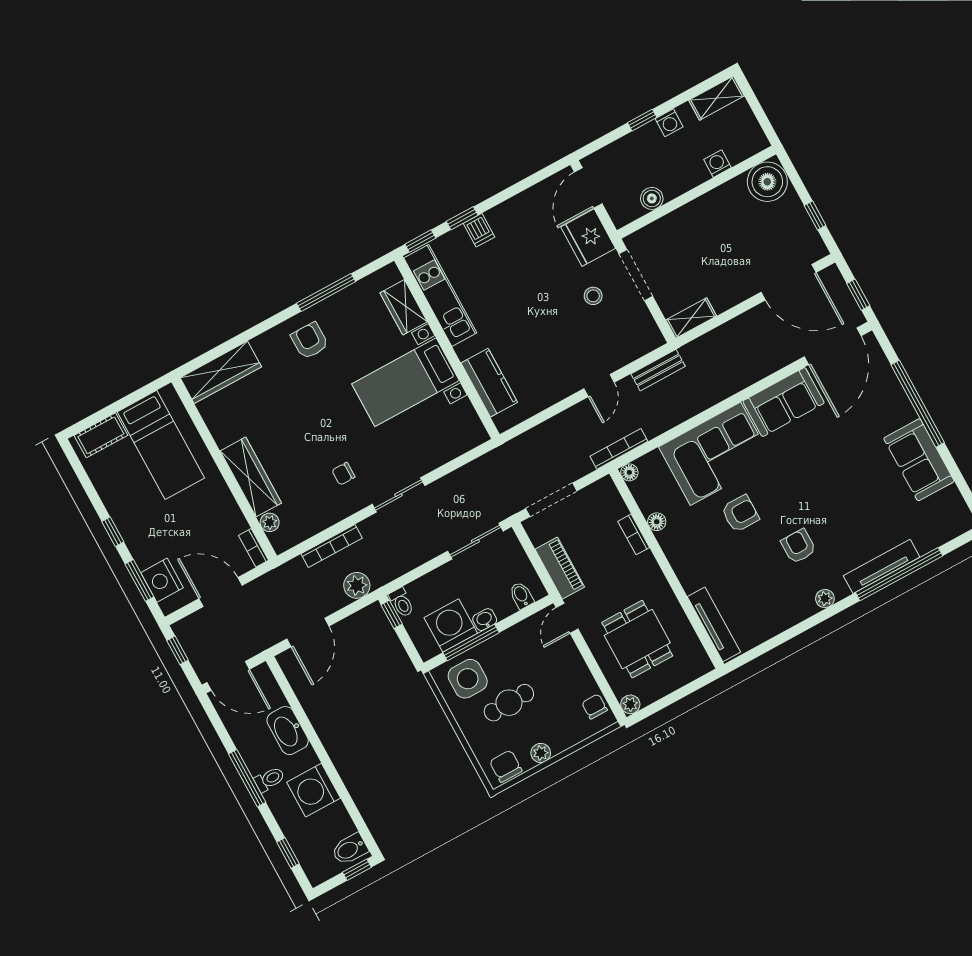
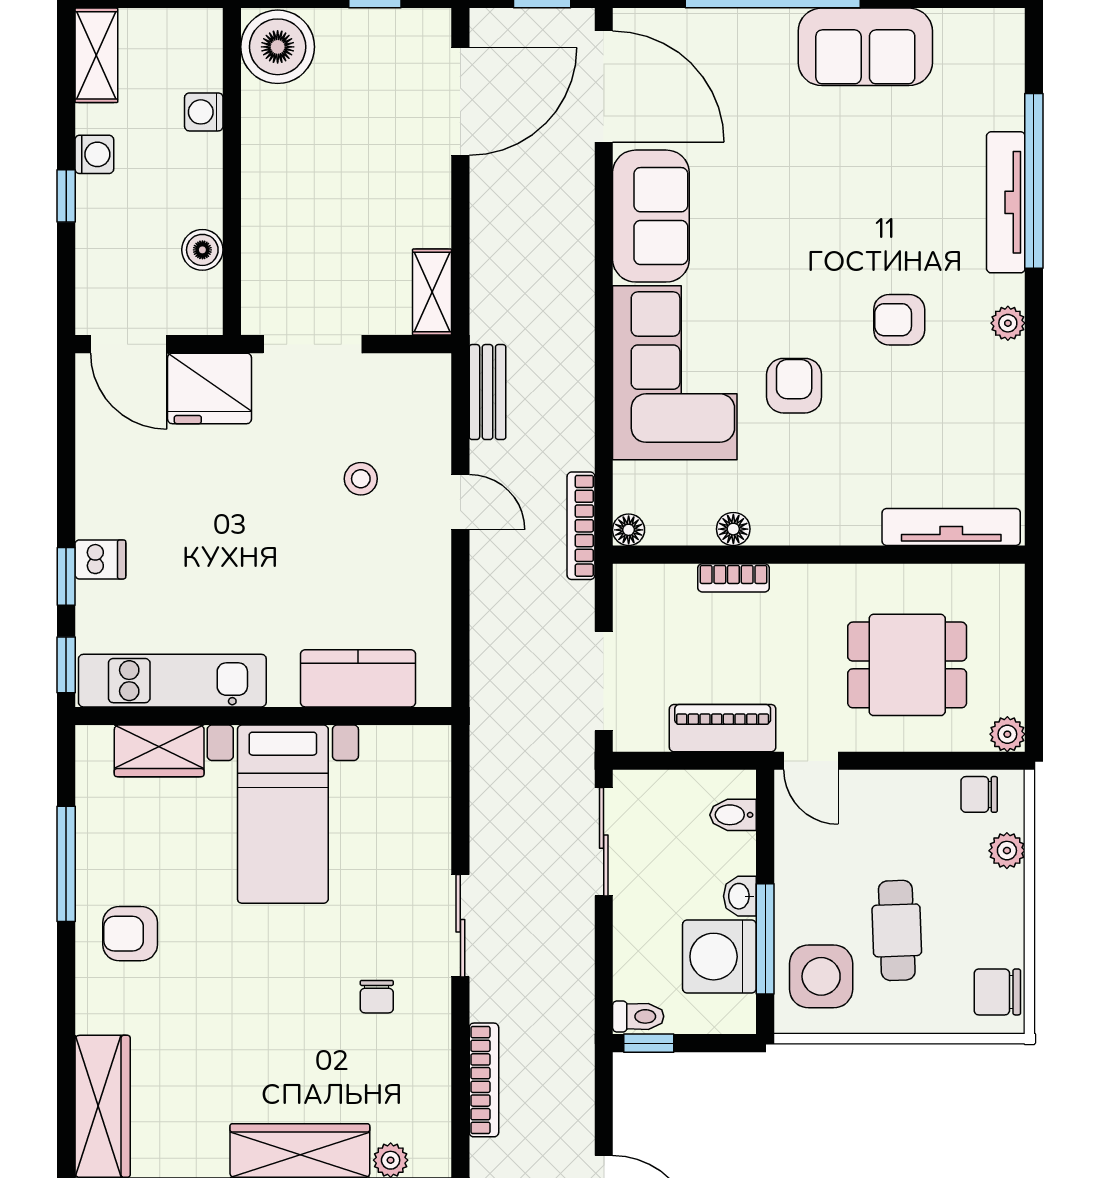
stool: (593, 296) -> (361, 479), moved
plant: (357, 585) -> (571, 1074), removed
plant: (541, 753) -> (1007, 851), moved

